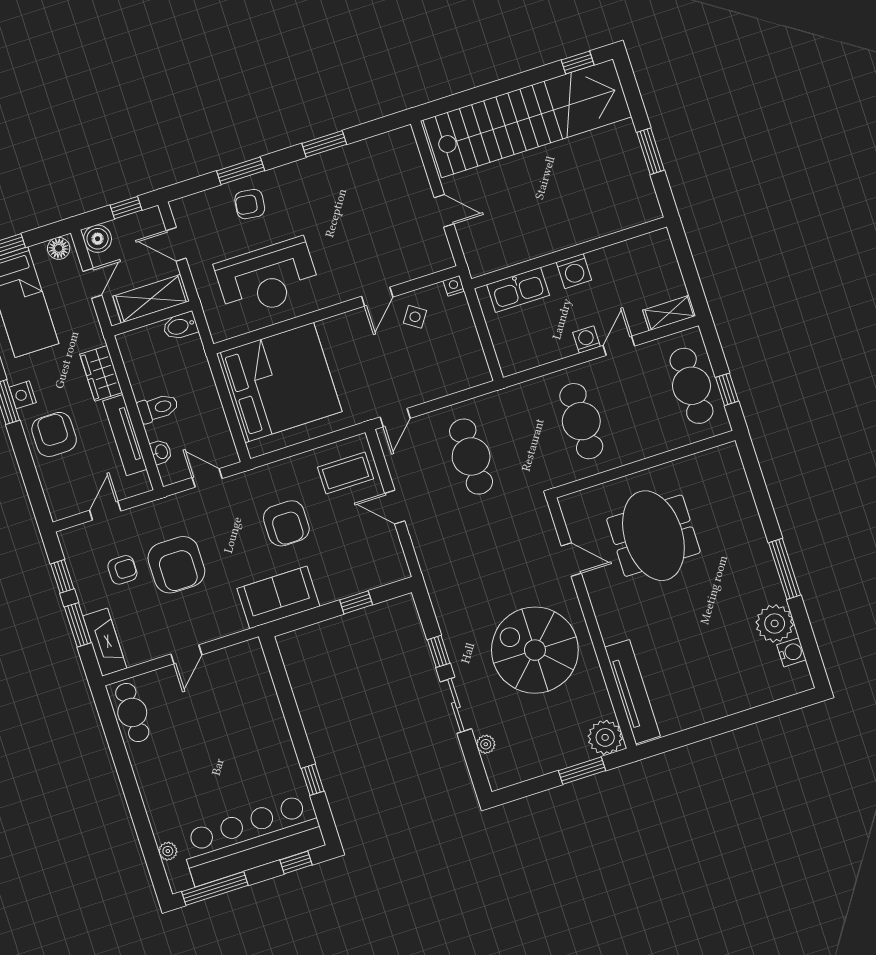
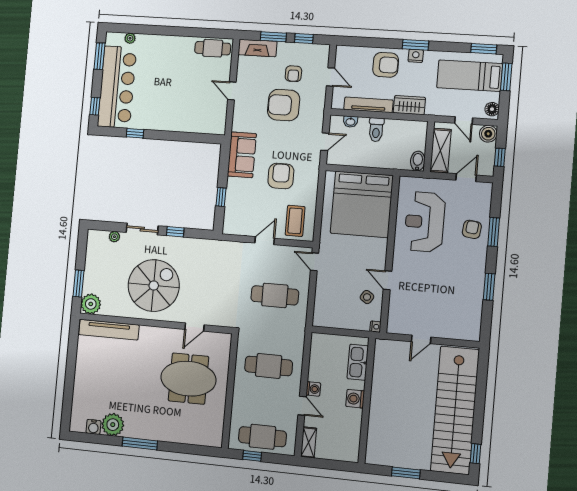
armchair: (286, 523) -> (281, 176), turned 90
window: (215, 888) -> (100, 56), width x0.69

